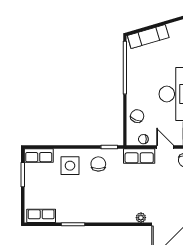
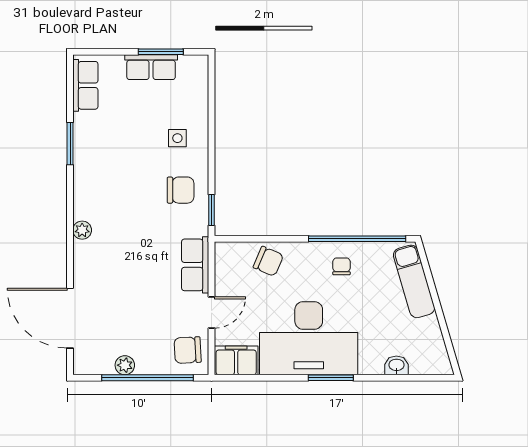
chair: (143, 139) -> (342, 266), moved
row of seats: (39, 155) -> (151, 67), moved, turned -90
side table: (70, 166) -> (177, 138), width x0.54, depth x0.54
plant: (141, 218) -> (82, 230), moved

